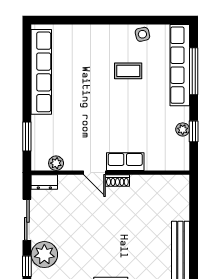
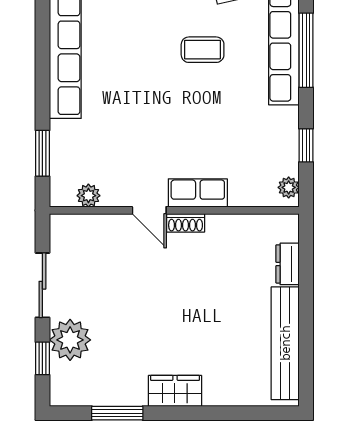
plant: (183, 129) -> (289, 187), moved
dresser: (44, 182) -> (288, 264), moved, turned 90

